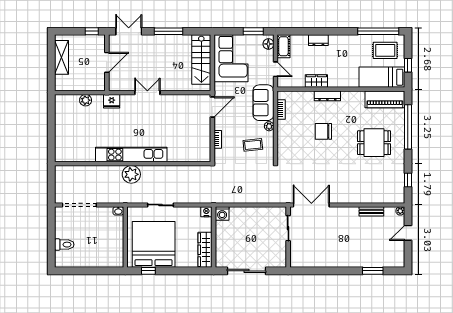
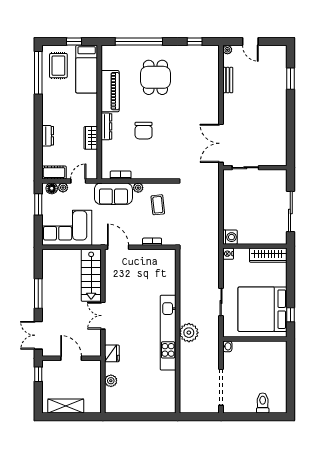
plant: (269, 55) -> (63, 188), added
stairs: (201, 60) -> (91, 275), moved, turned 90
piano: (385, 99) -> (110, 91), moved

